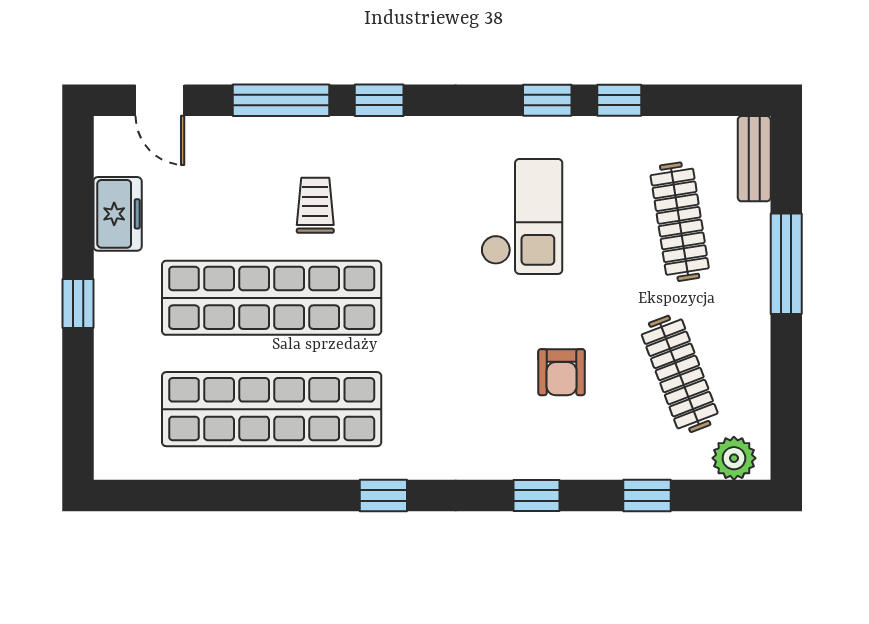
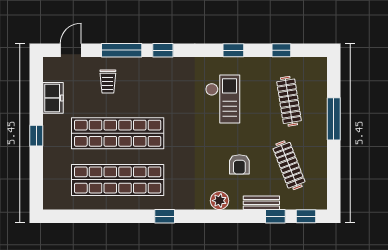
door: (160, 100) -> (71, 50), swing flipped
window: (619, 100) -> (281, 50), moved
bench: (754, 159) -> (261, 203), moved, turned 90
trolley: (315, 205) -> (108, 81), moved, turned 180
plant: (734, 458) -> (219, 201), moved
window: (536, 495) -> (306, 216), moved

